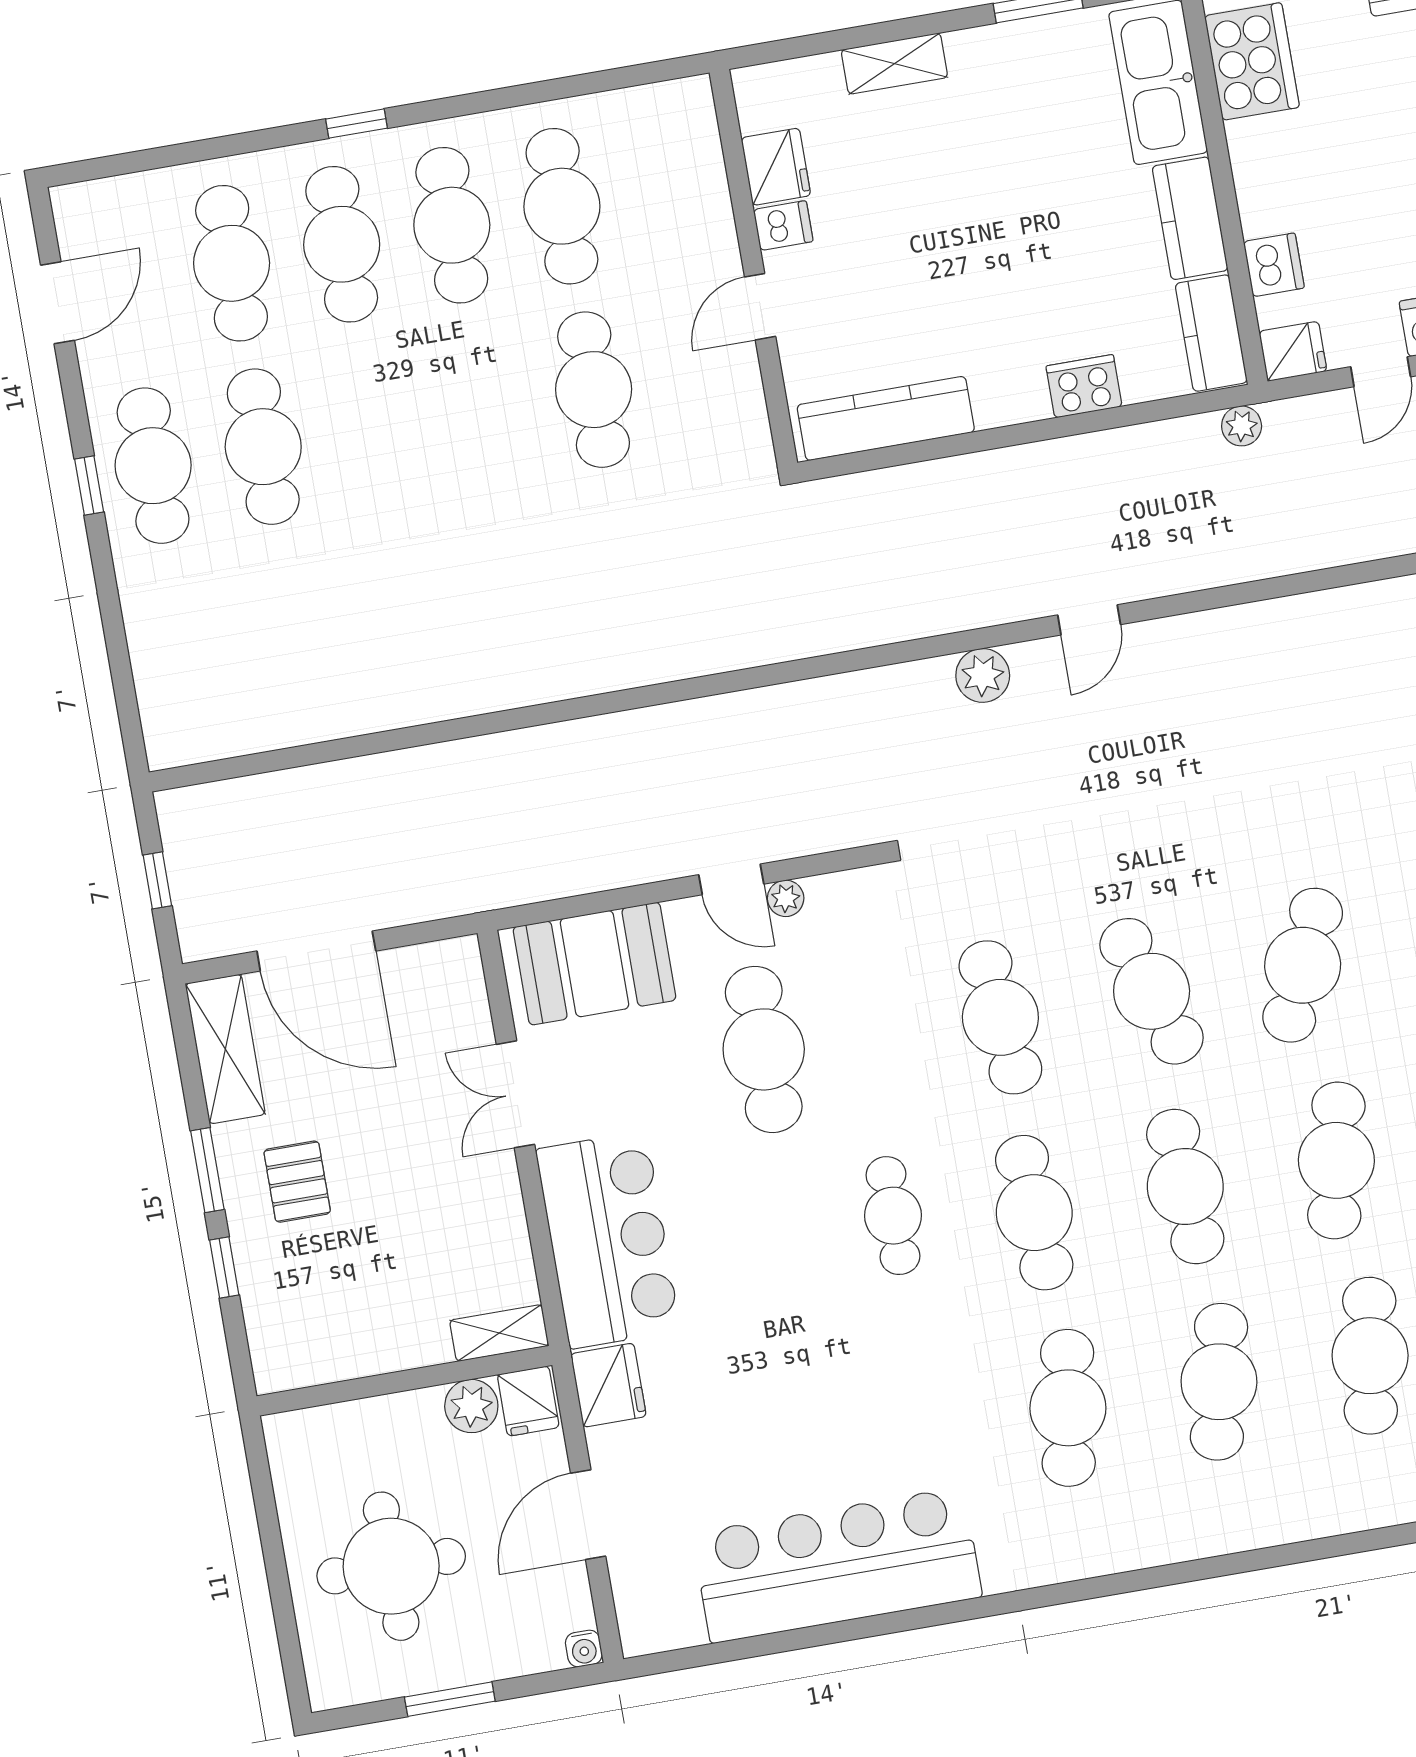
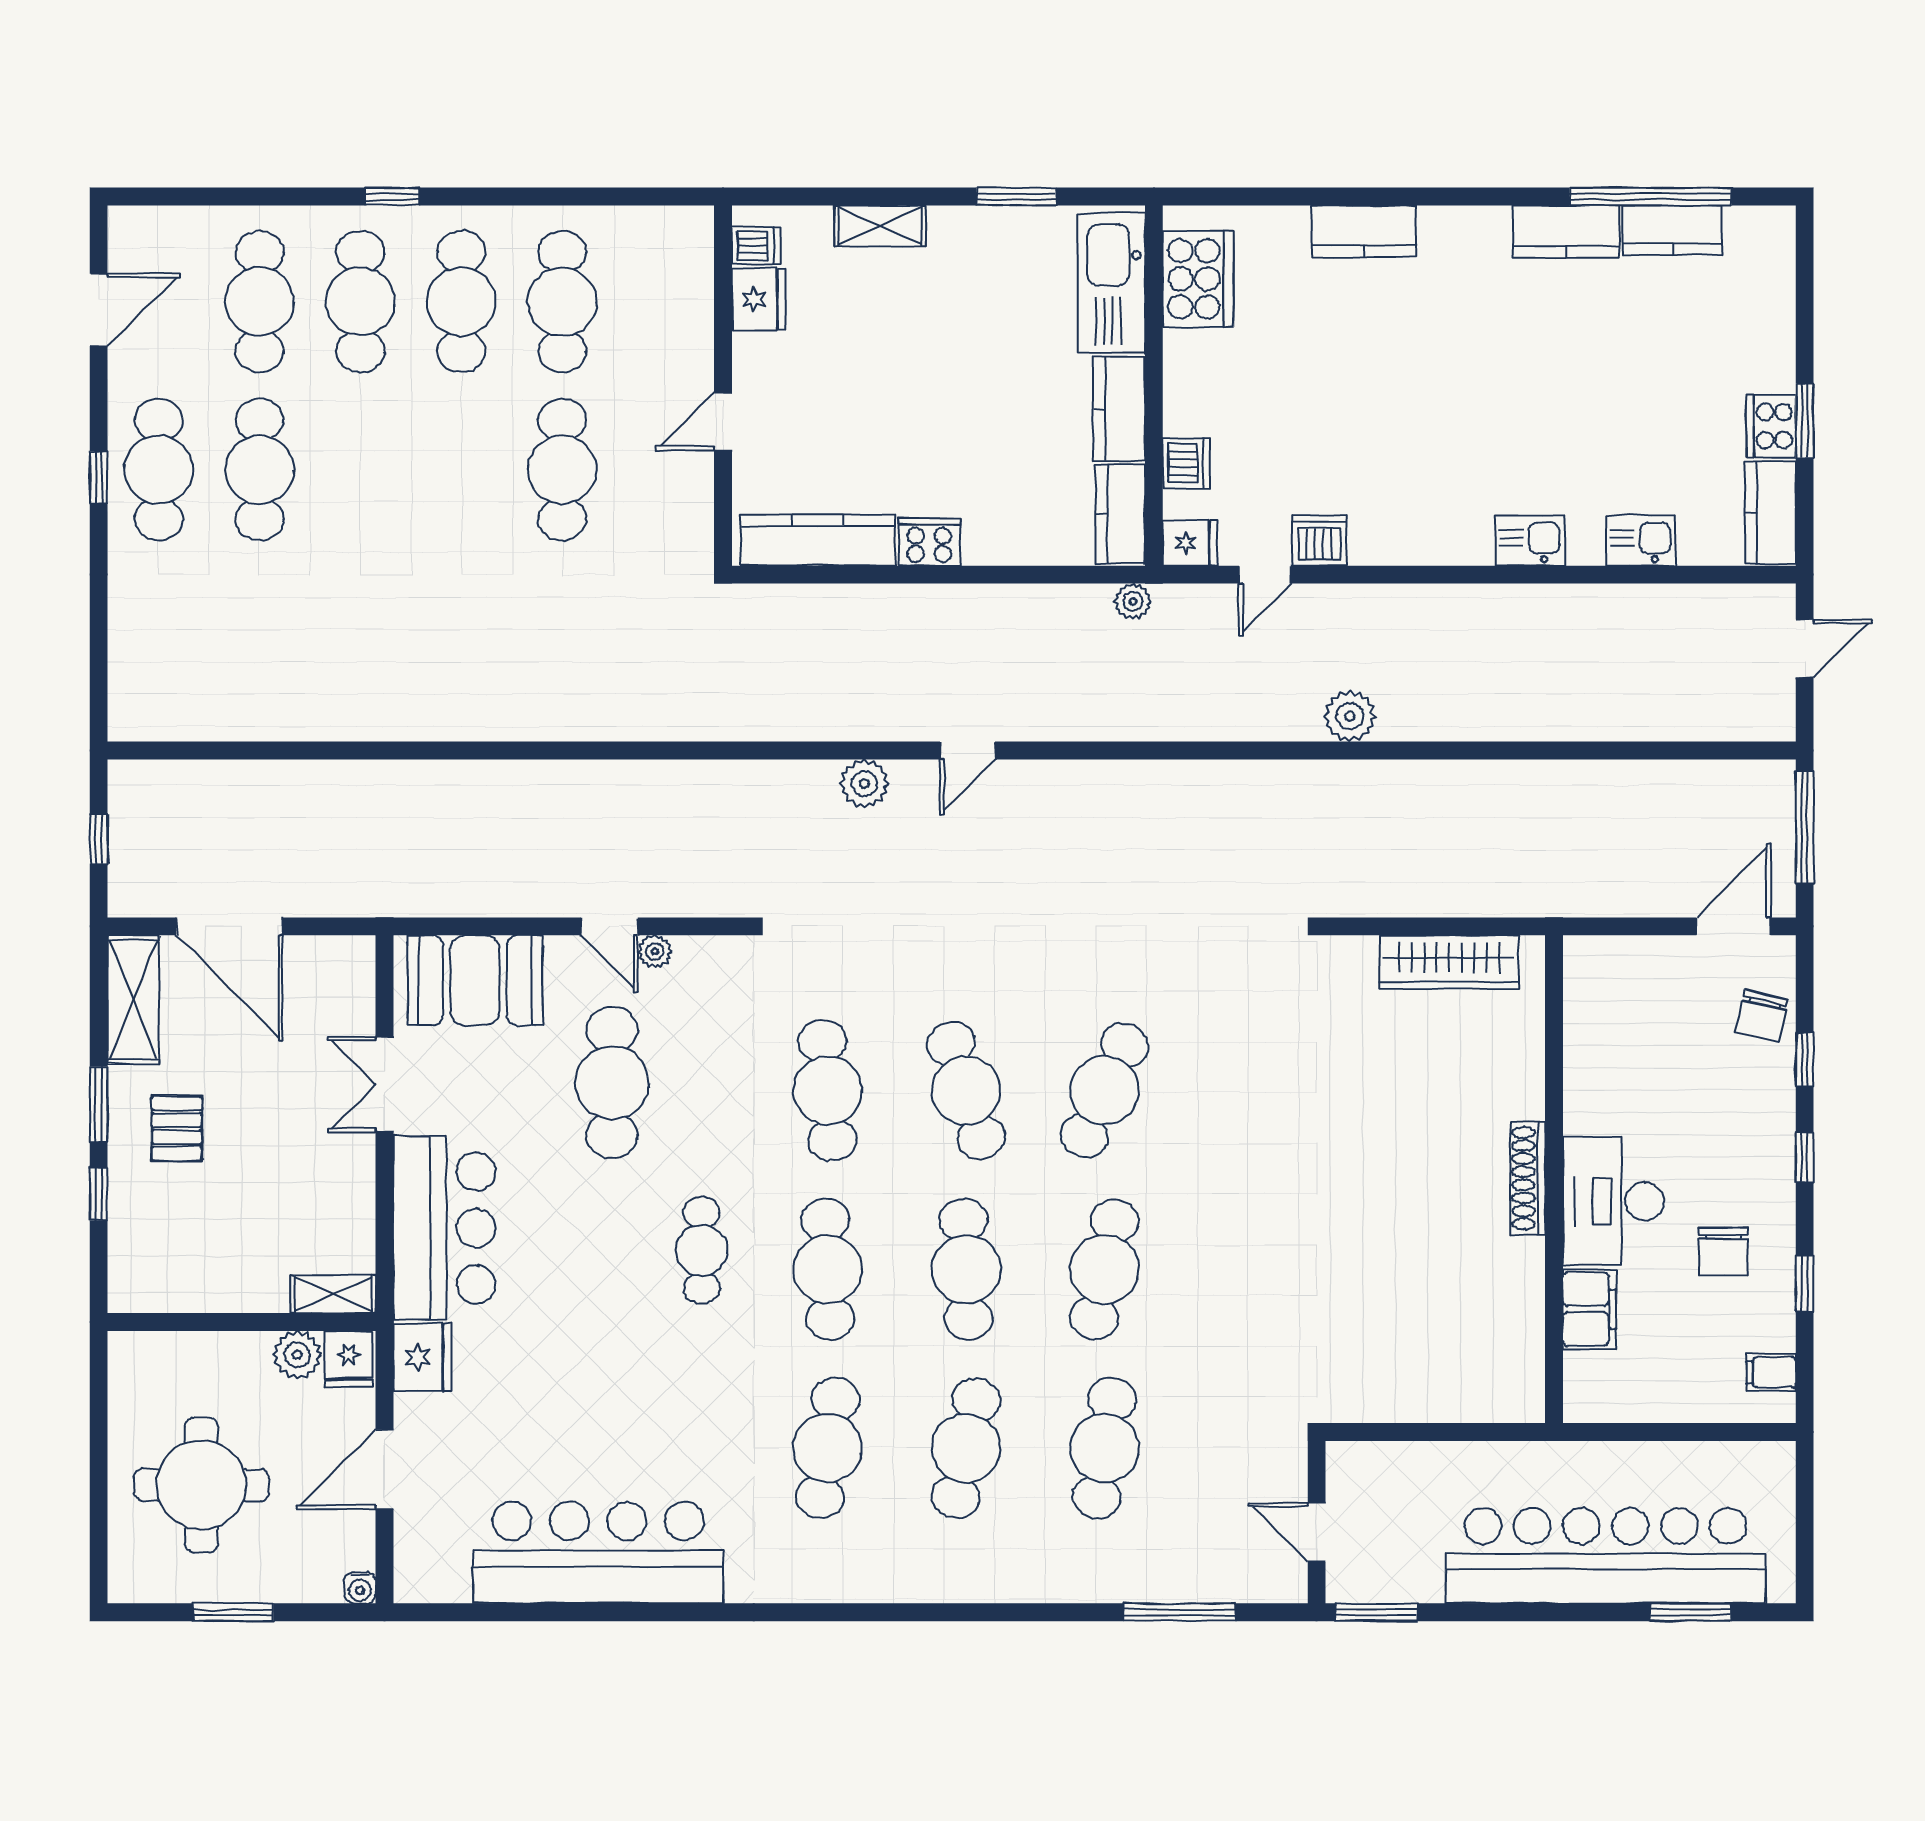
dishwasher: (783, 225) -> (756, 246), moved
cooker: (1084, 386) -> (929, 542), moved

